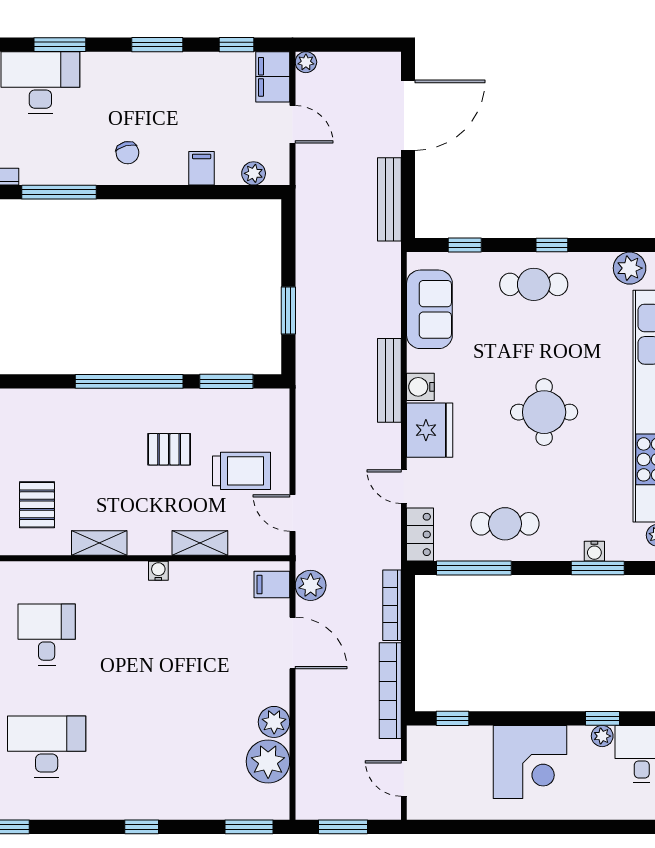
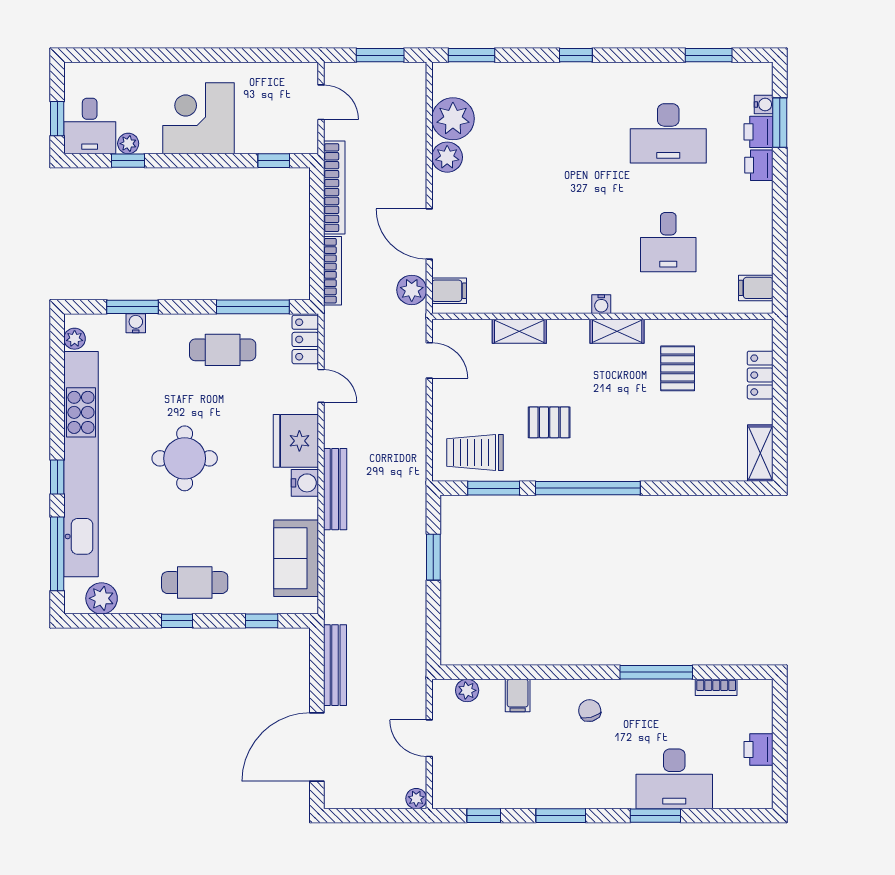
filing cabinet: (273, 77) -> (448, 784), removed
trolley: (241, 471) -> (475, 453), moved
water cooler: (158, 571) -> (601, 304), moved

